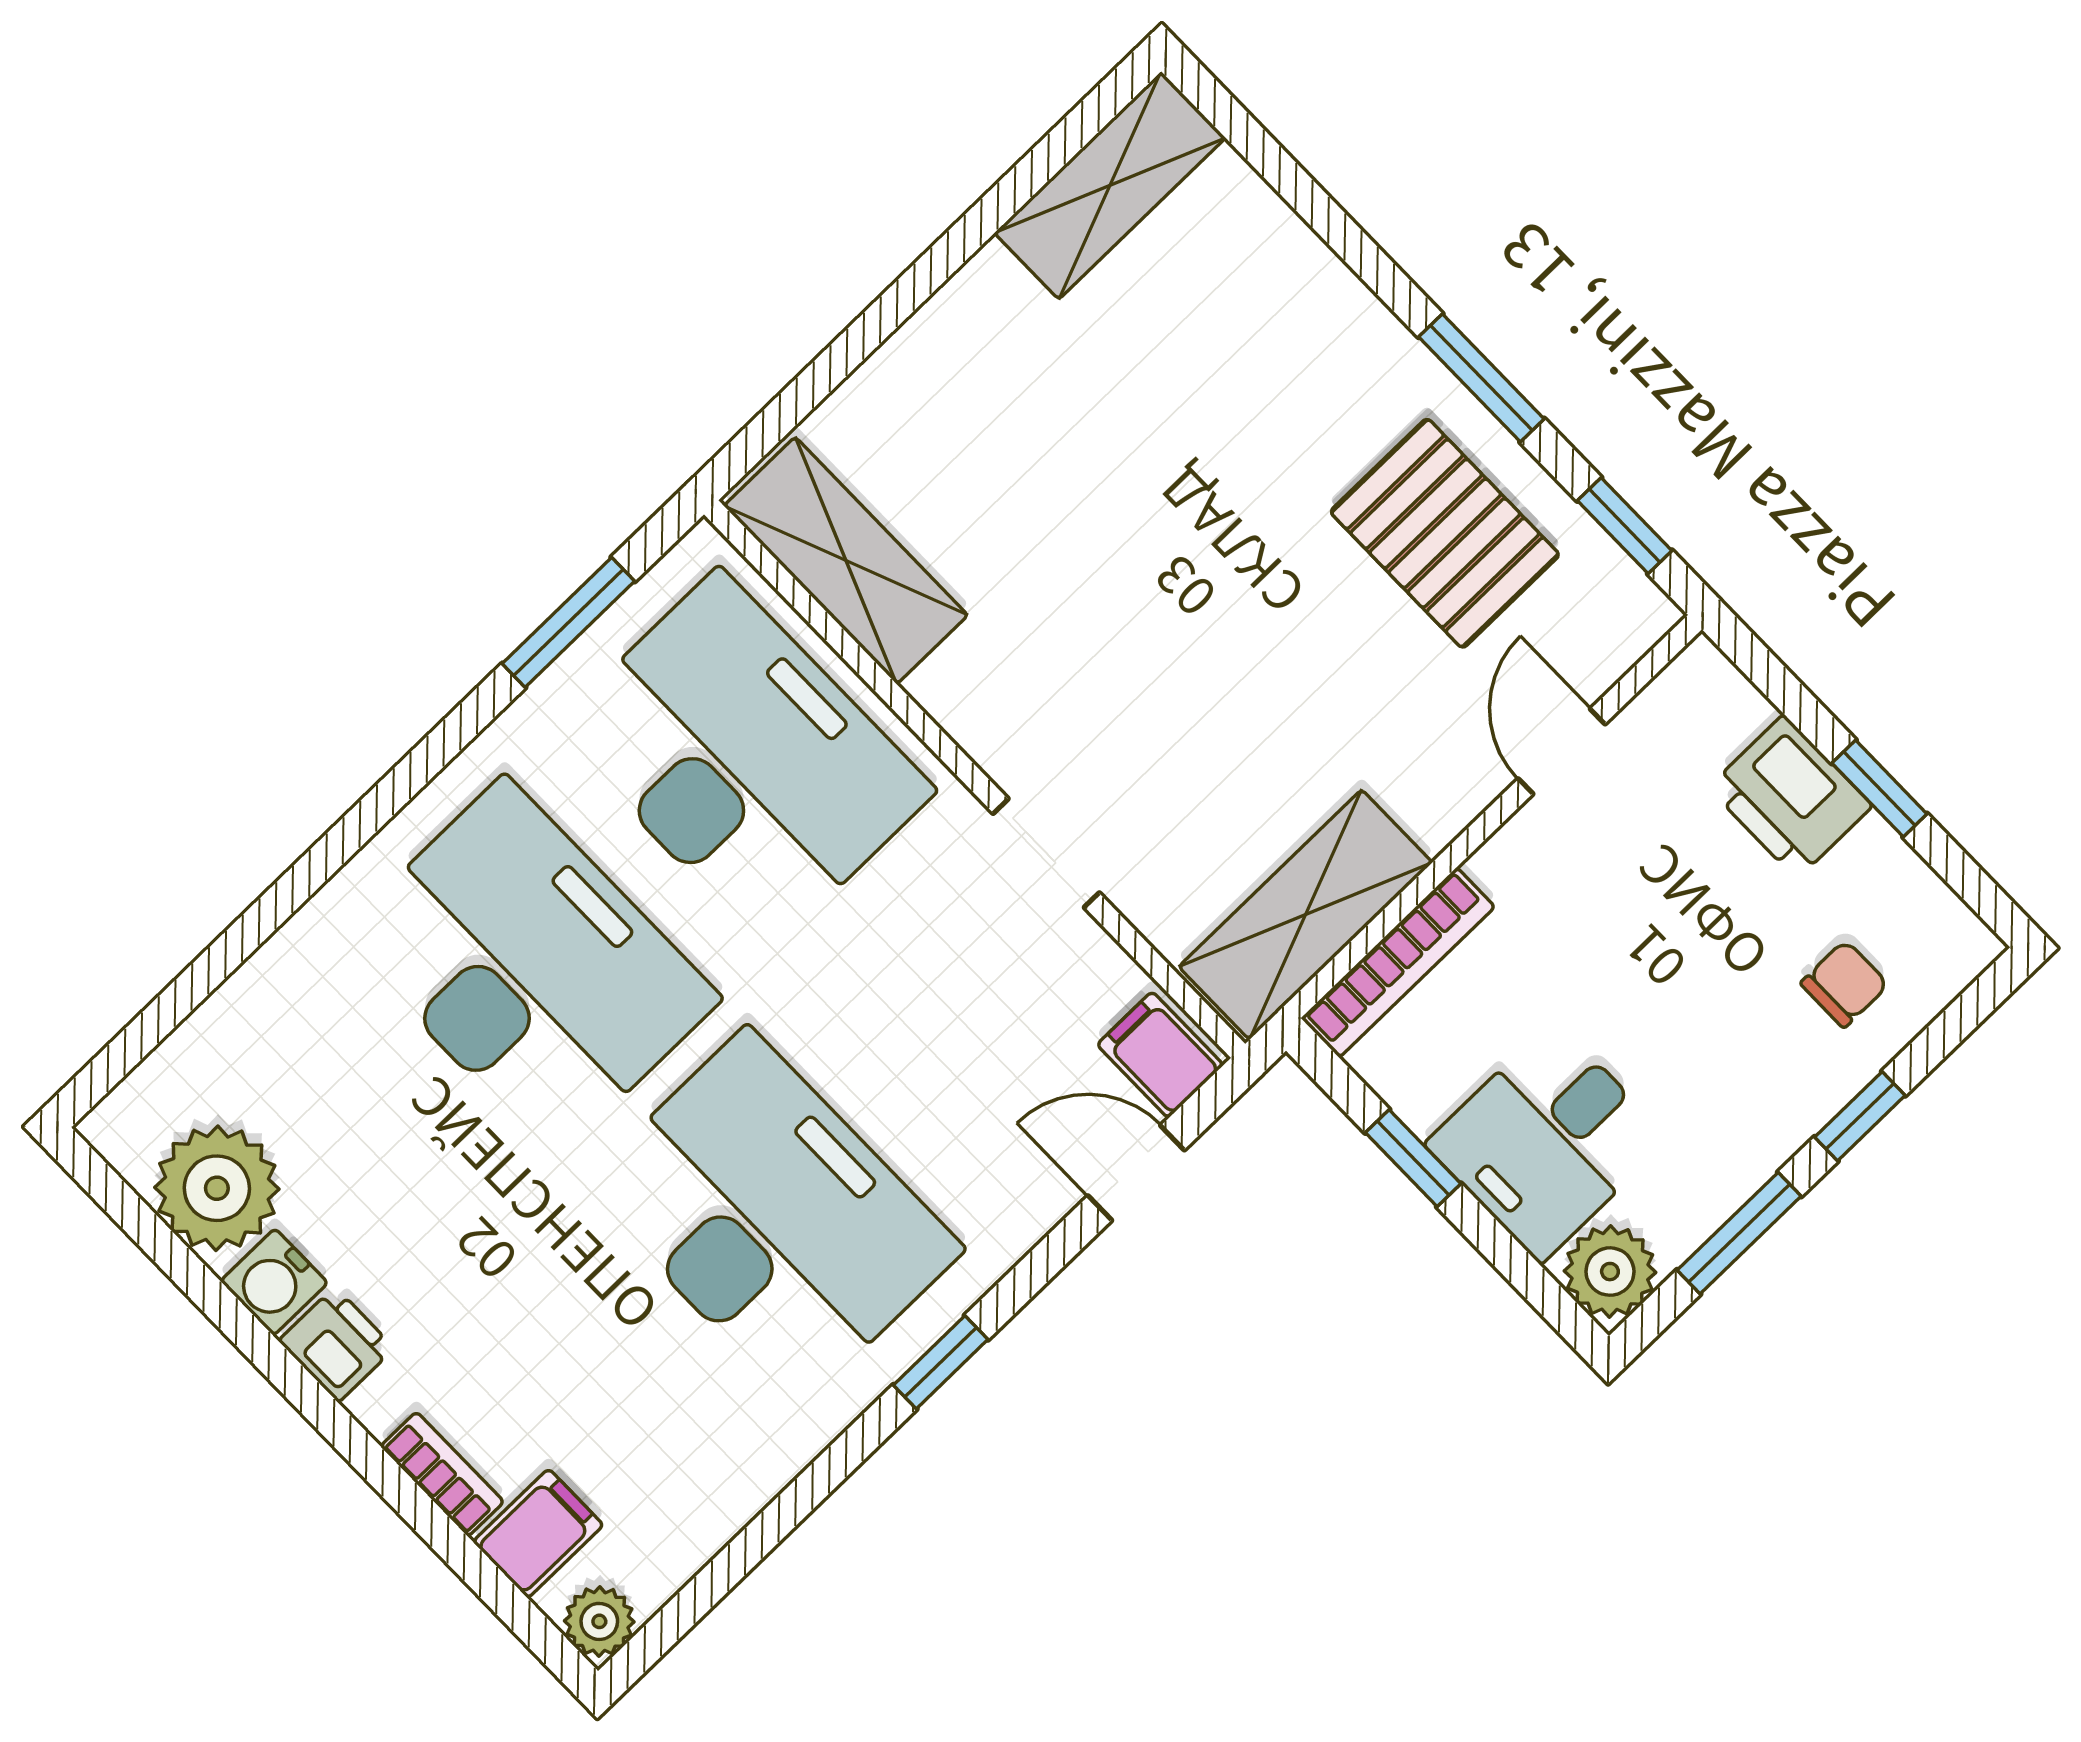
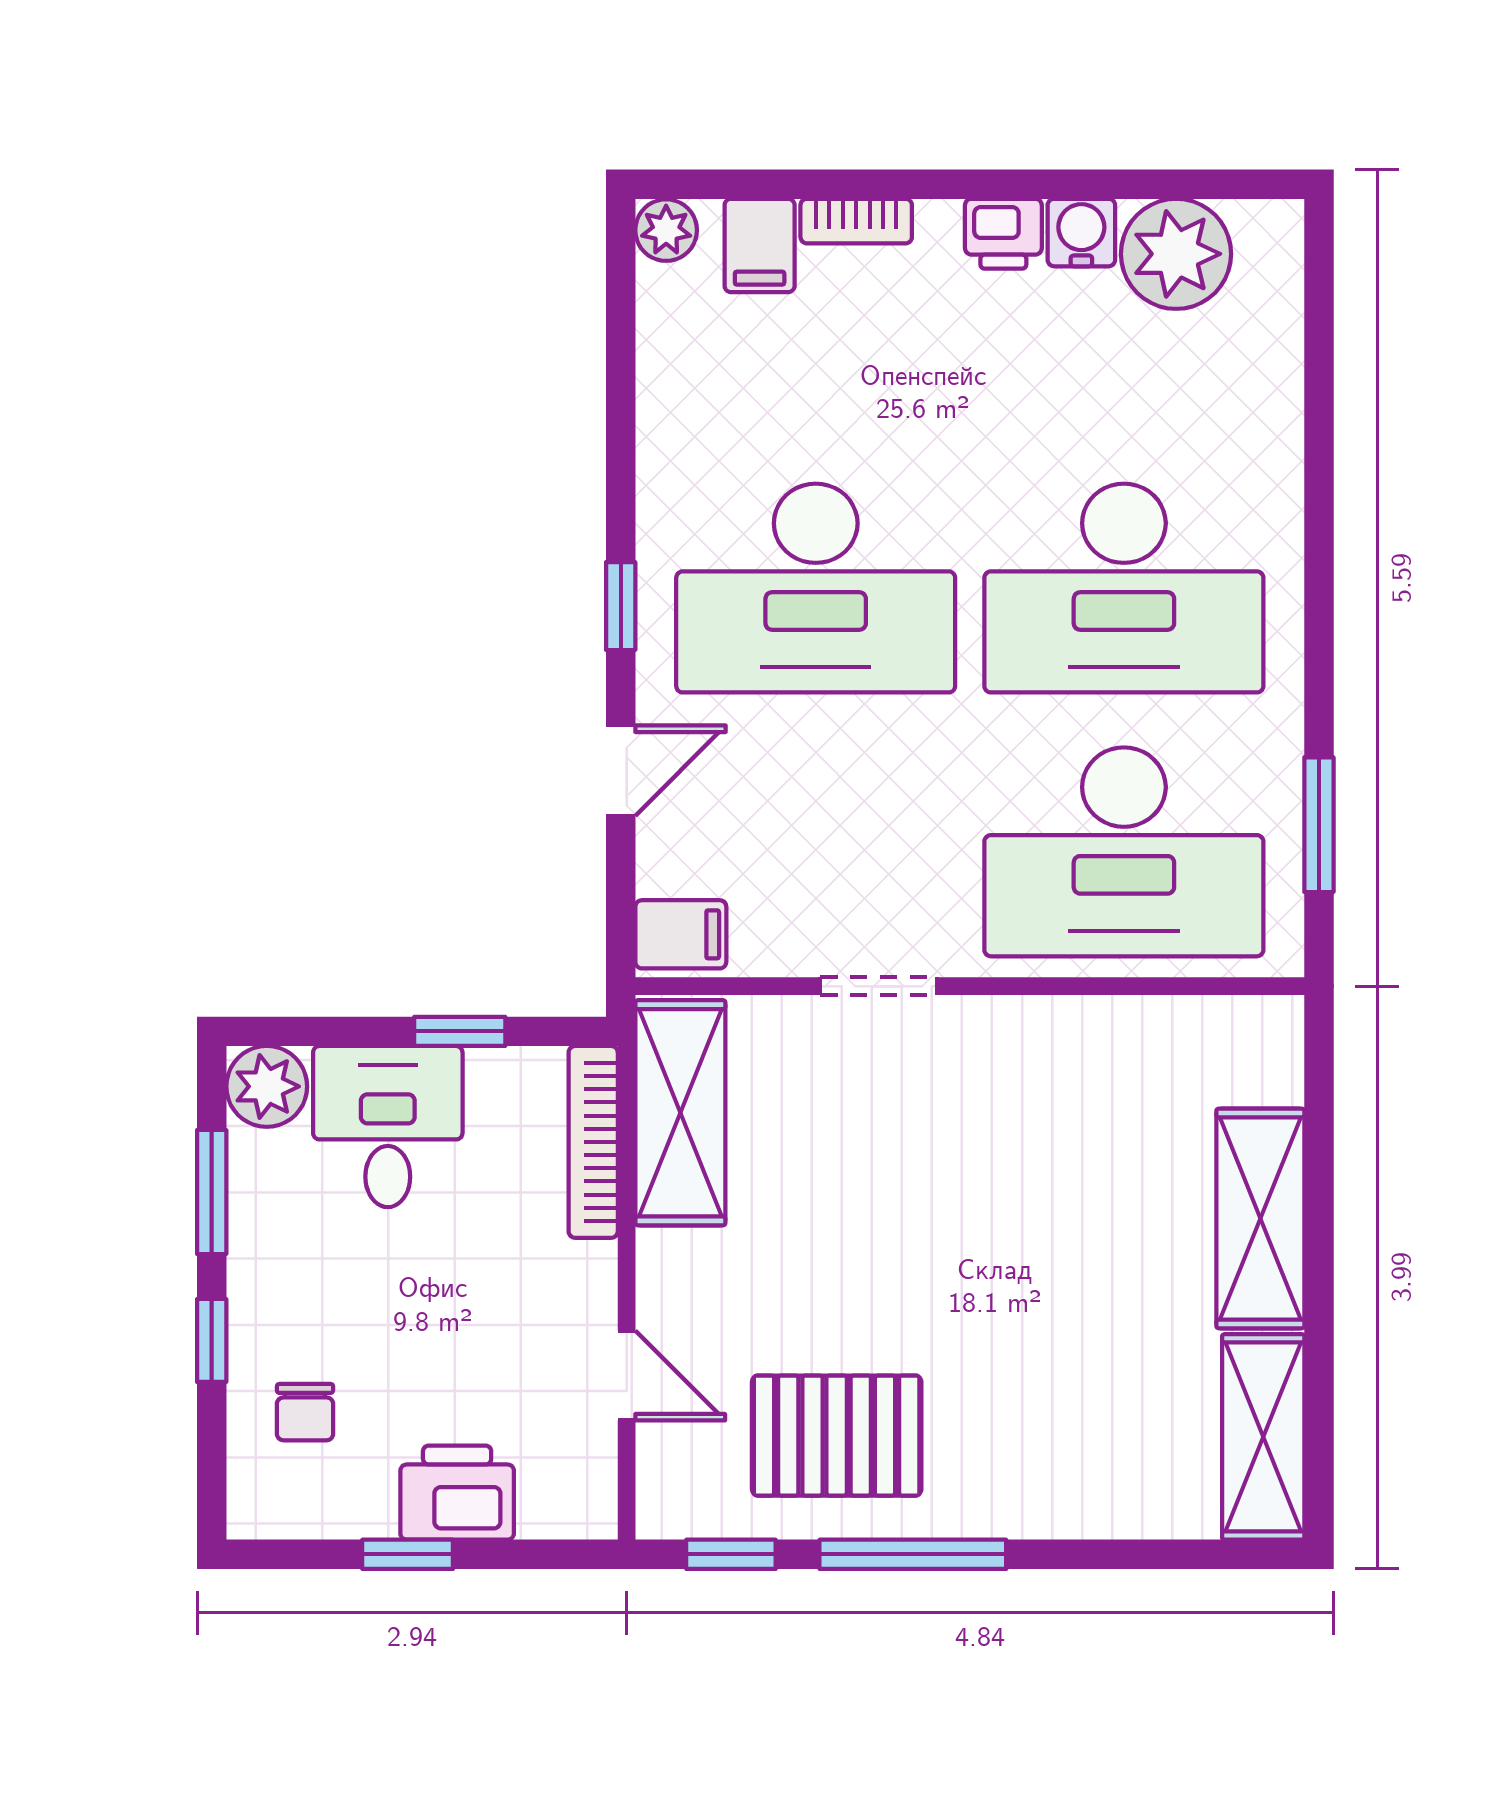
window: (1481, 378) -> (913, 1554), width x1.44
shelving: (846, 561) -> (1260, 1218), moved, turned 90
door: (1136, 1173) -> (621, 771), moved

